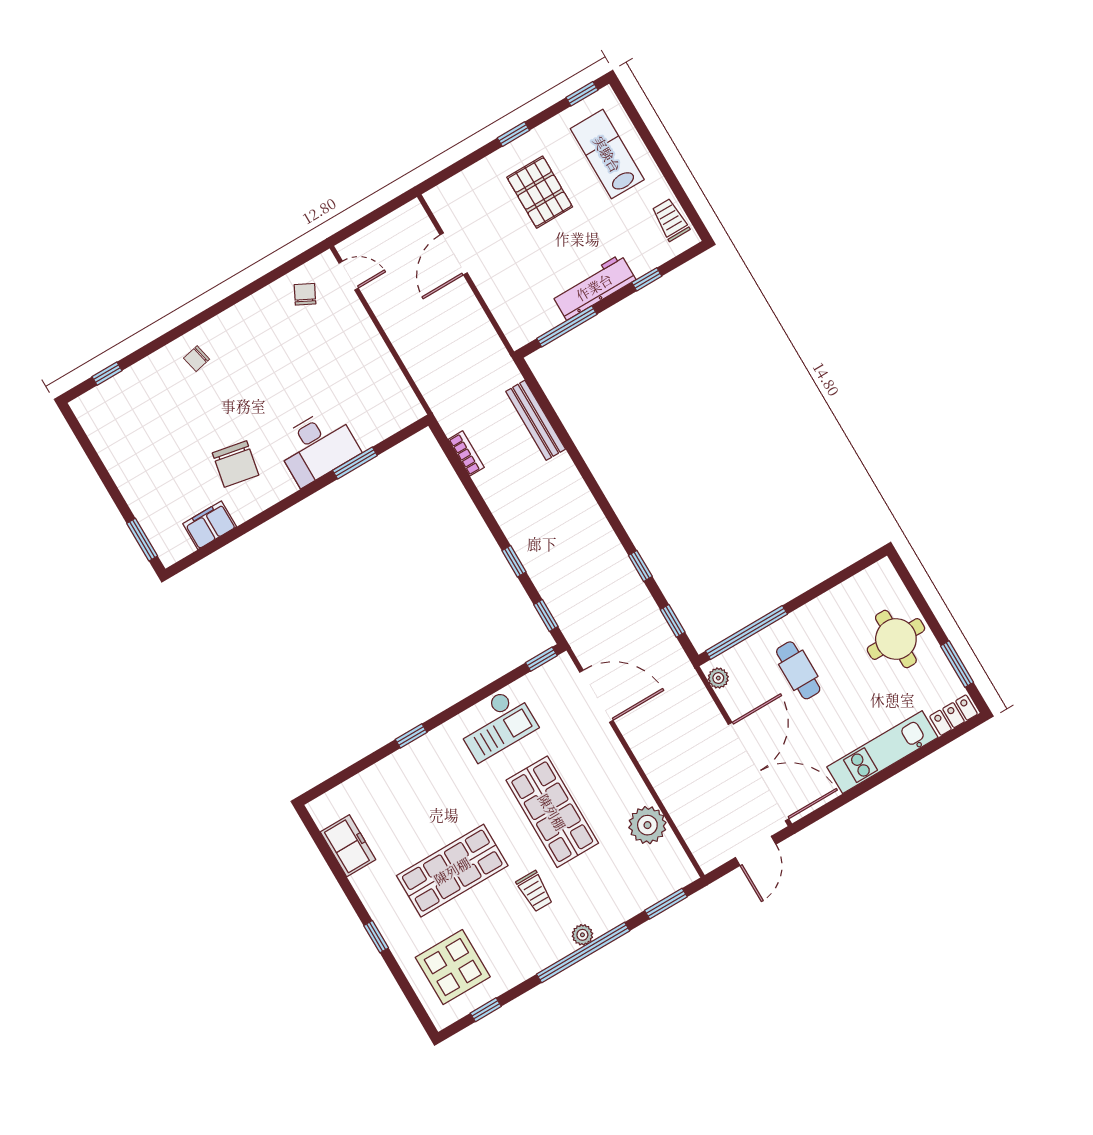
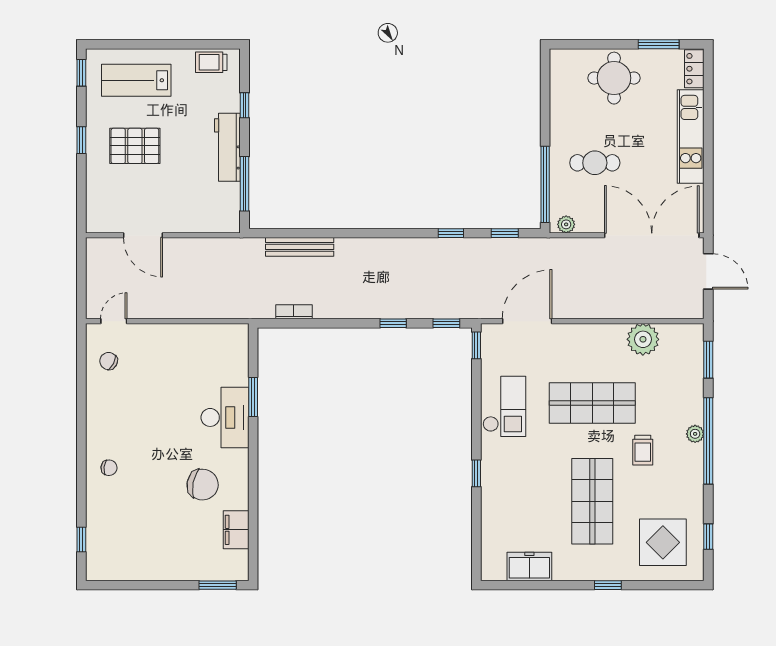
chair: (197, 359) -> (109, 468), turned -71
trolley: (535, 891) -> (643, 450), turned 90

